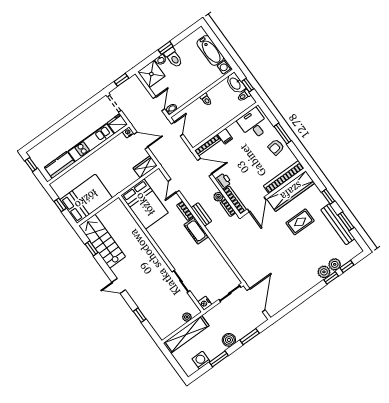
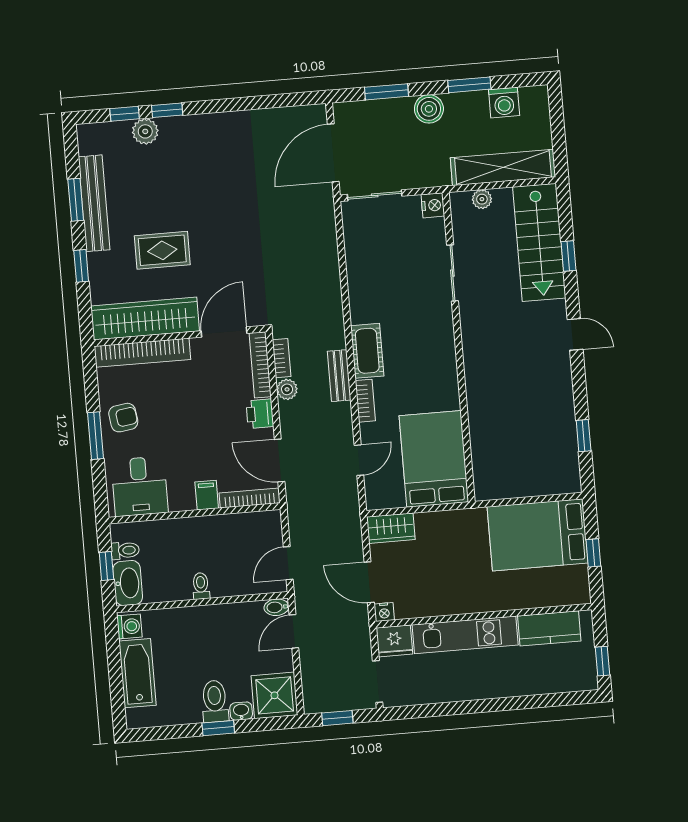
stairs: (102, 241) -> (539, 242), moved
plant: (324, 272) -> (174, 129), removed

